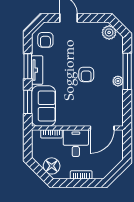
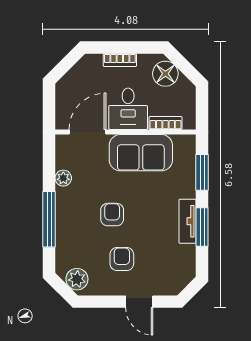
armchair: (45, 40) -> (122, 259), moved
plant: (118, 81) -> (63, 178), moved
sofa: (44, 106) -> (141, 153), moved, turned -90

